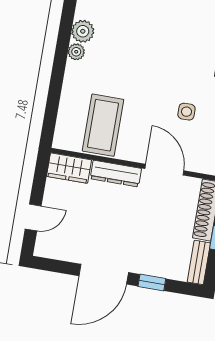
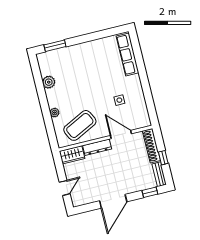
plant: (76, 52) -> (54, 113), moved
coffee table: (103, 125) -> (80, 125), turned 64
window: (152, 282) -> (150, 192), moved

